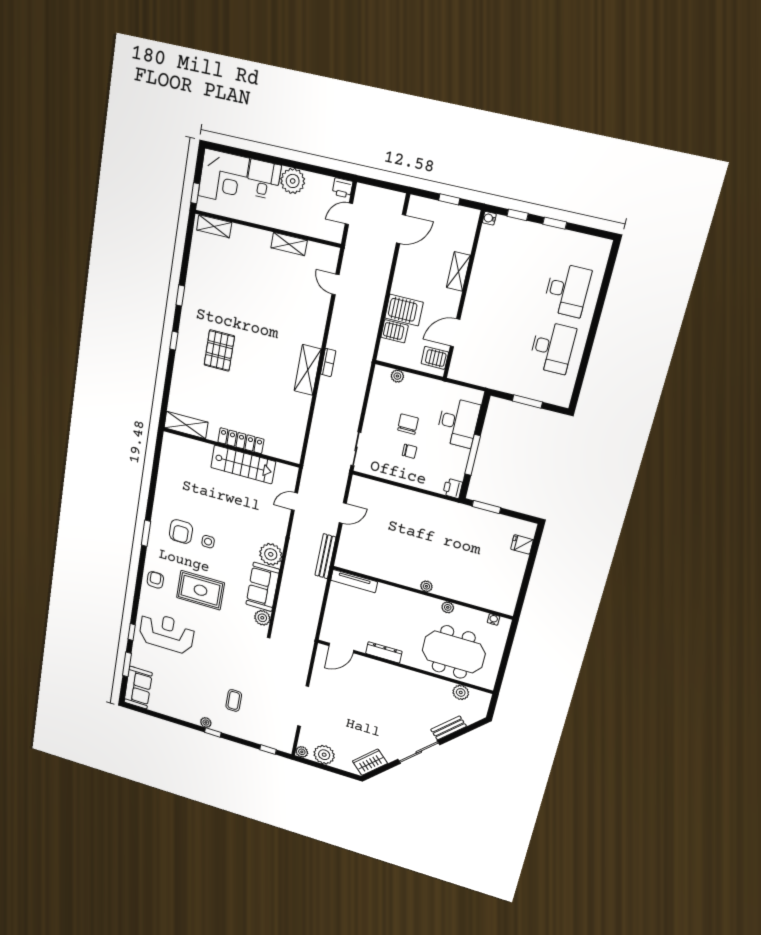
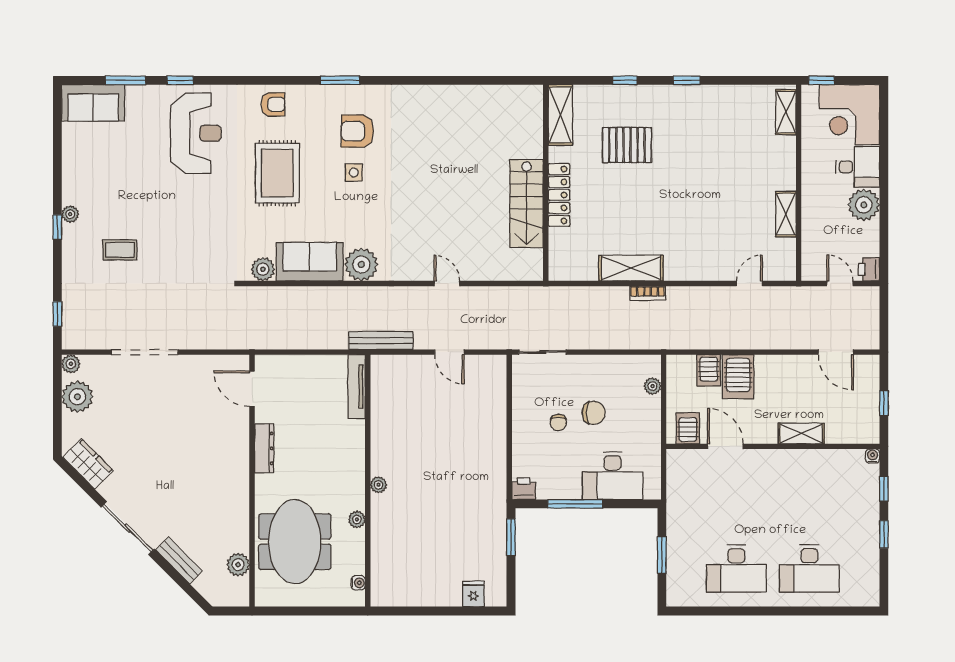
shelving: (186, 425) -> (560, 115), moved
locker: (241, 441) -> (559, 195), moved
wall: (231, 448) -> (546, 183), moved
stairs: (243, 464) -> (526, 204), moved

